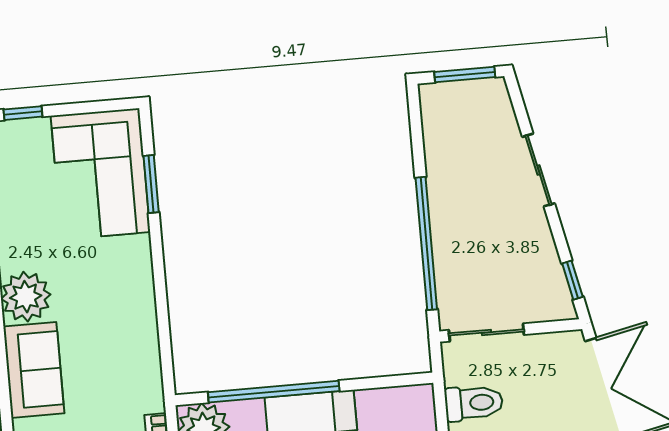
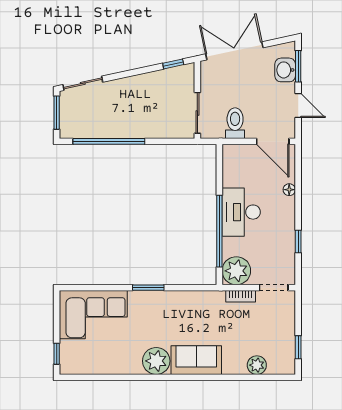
sliding door: (538, 170) -> (83, 83), moved
window: (151, 184) -> (148, 288), moved
window: (426, 243) -> (109, 141), moved

